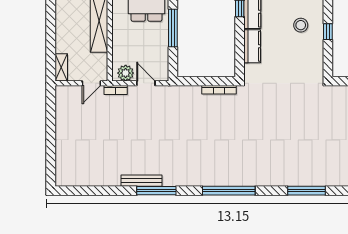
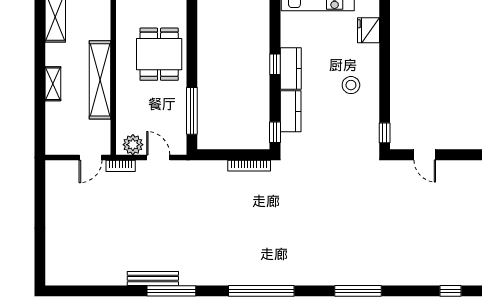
window: (173, 28) -> (192, 111), moved
window: (328, 32) -> (385, 133), moved
window: (240, 63) -> (275, 132), added
shelving: (61, 67) -> (53, 84), moved

